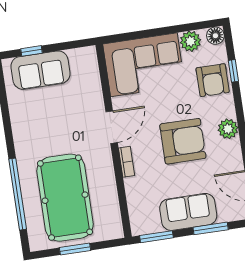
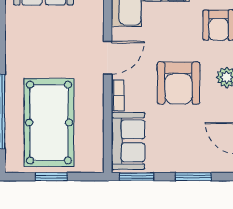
armchair: (183, 141) -> (178, 83), turned 90
sofa: (188, 212) -> (128, 141), moved, turned 90

